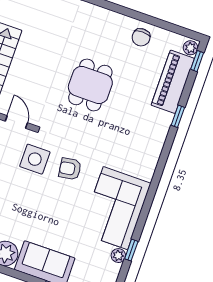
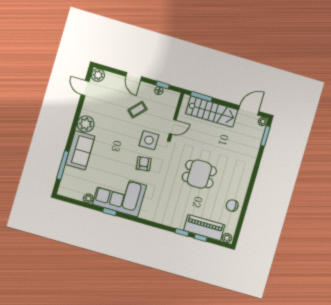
window: (197, 61) -> (201, 238), moved
window: (131, 250) -> (110, 212), moved

